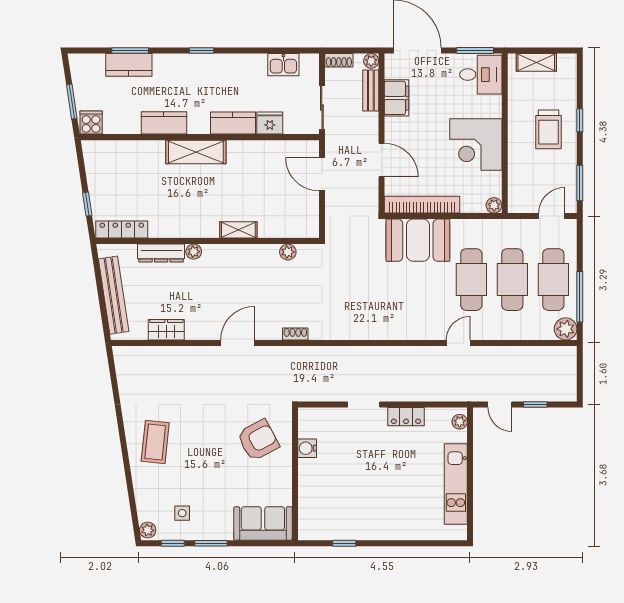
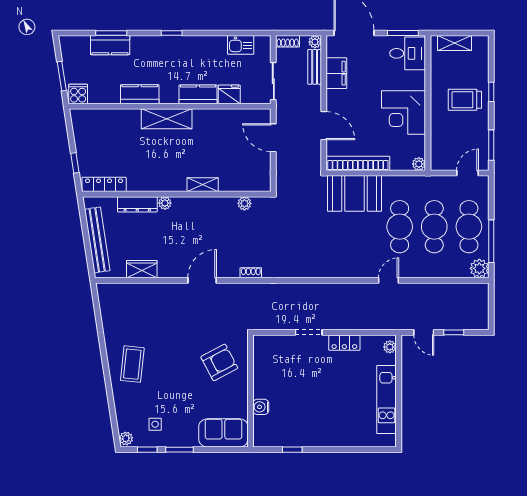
trolley: (548, 129) -> (465, 100), turned 90
water cooler: (307, 448) -> (261, 407), moved

